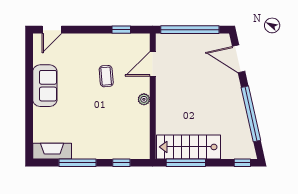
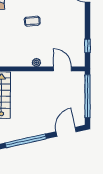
coffee table: (106, 76) -> (32, 21), moved

